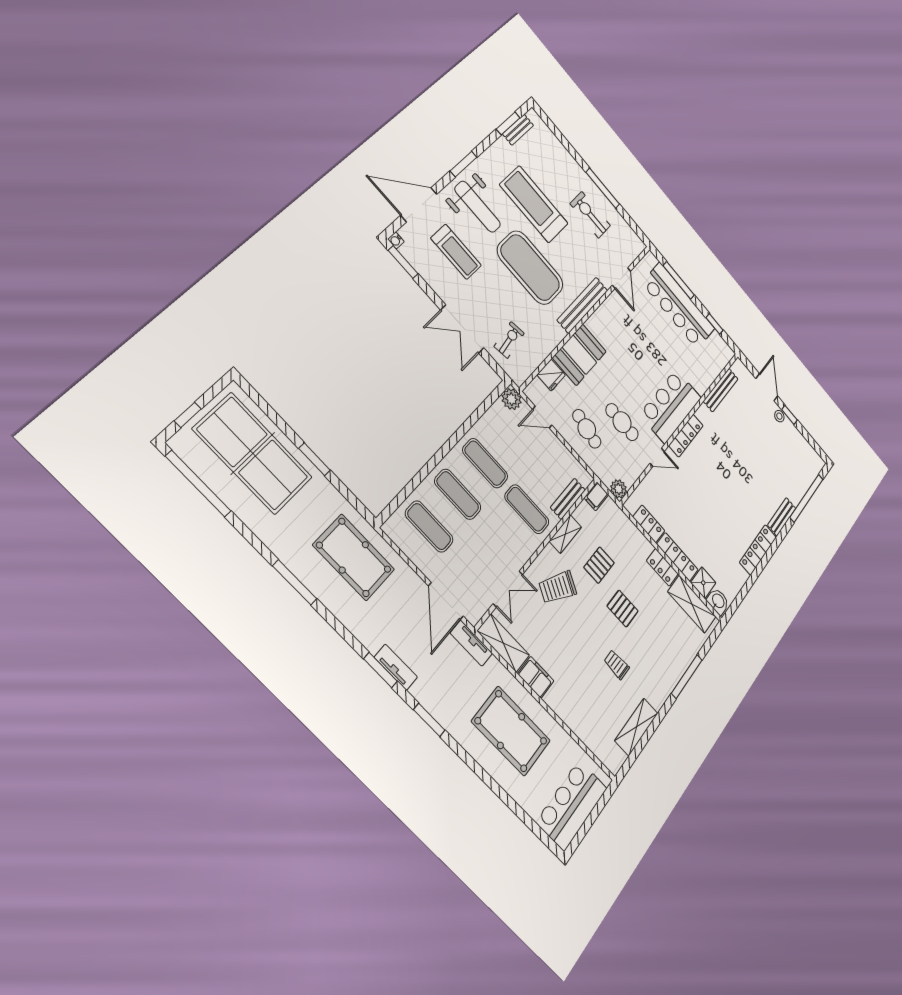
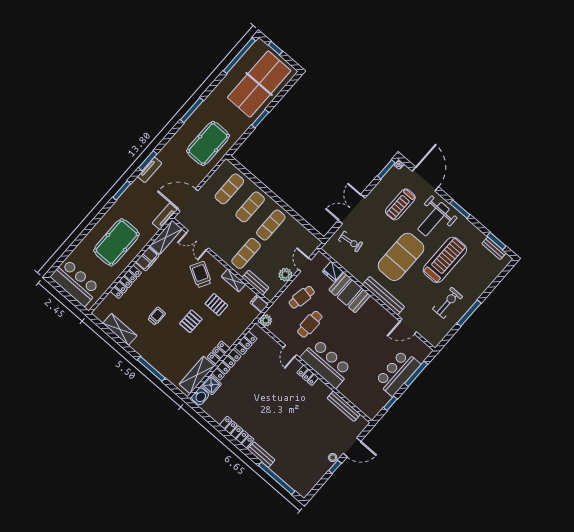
bar counter: (678, 306) -> (398, 373), width x0.73
plant: (511, 399) -> (285, 275), moved
locker: (686, 436) -> (308, 375), width x0.66
locker: (570, 716) -> (126, 282), added

